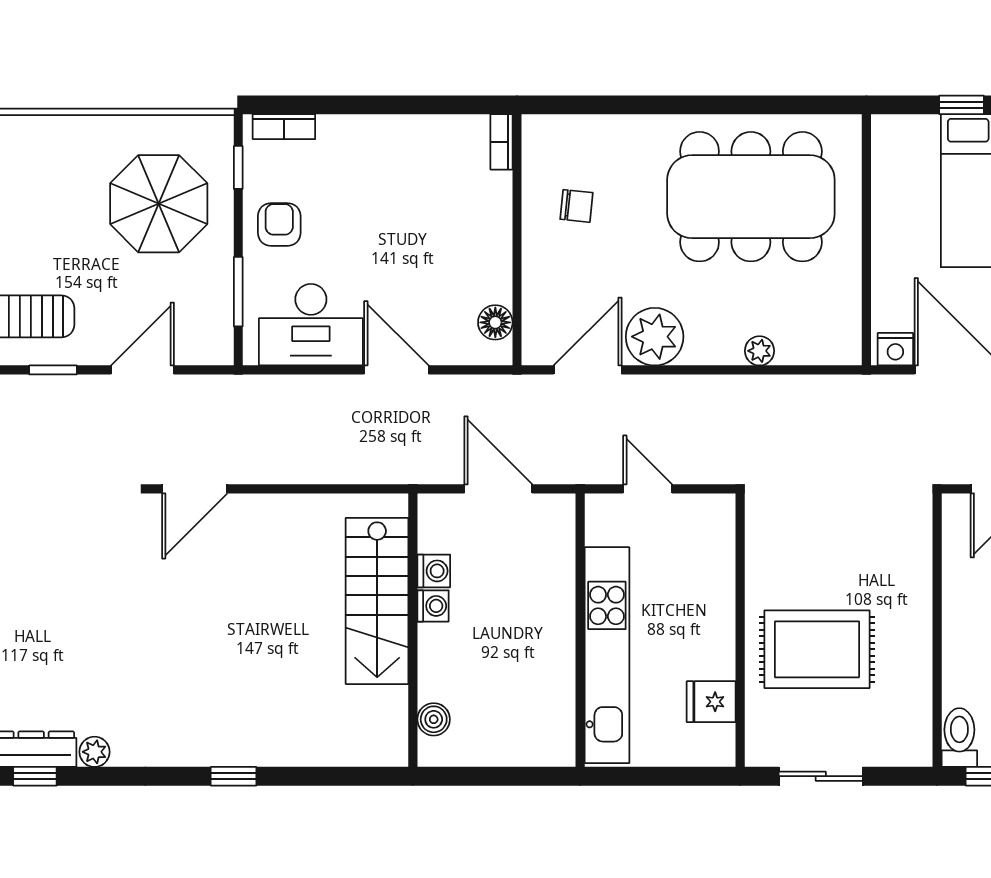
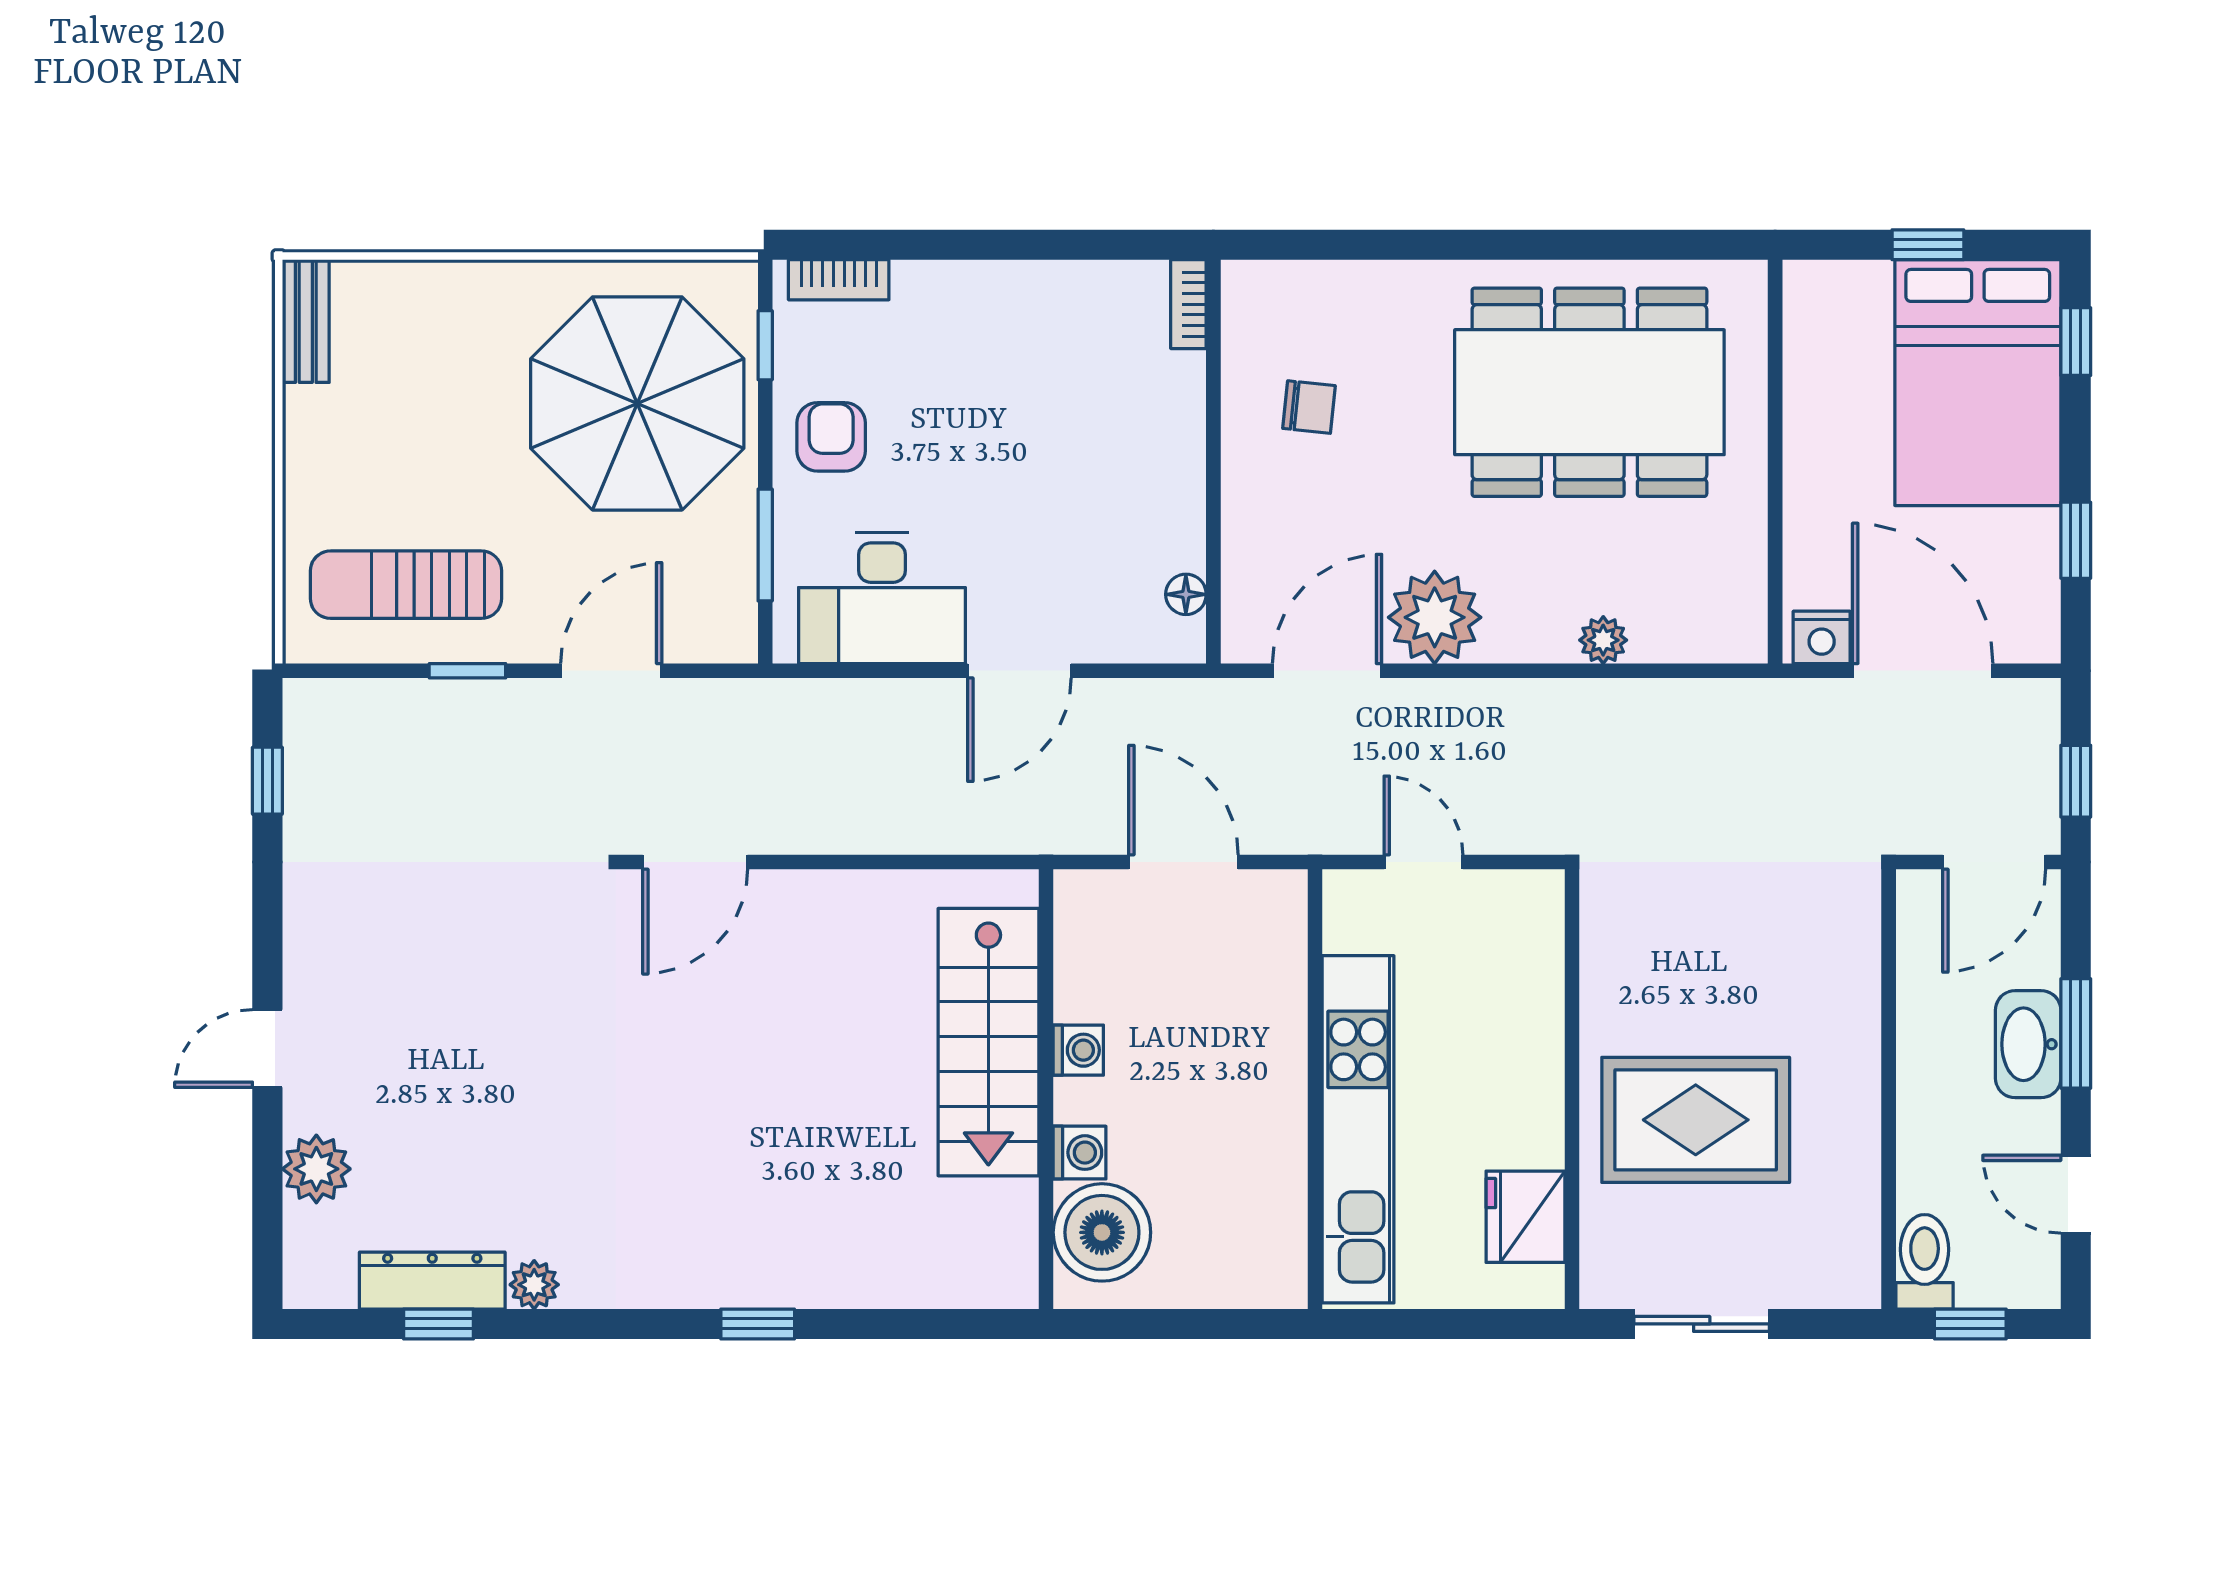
parasol: (159, 204) -> (637, 403), width x1.36, depth x1.36
floor lamp: (495, 322) -> (1186, 594), width x0.73, depth x0.73
door: (396, 370) -> (1019, 671), swing flipped
washing machine: (434, 571) -> (1080, 1153), moved
fridge: (711, 702) -> (1525, 1217), width x1.38
boiler: (434, 719) -> (1102, 1232), width x1.86, depth x1.86

